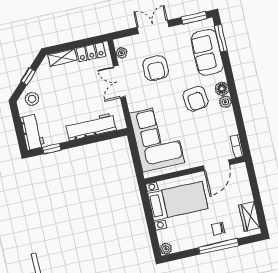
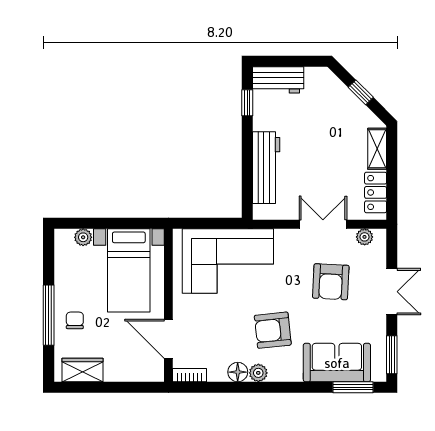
armchair: (156, 68) -> (331, 282), turned -87
floor lamp: (222, 89) -> (238, 372), moved
stool: (32, 99) -> (327, 91), removed
plant: (166, 249) -> (83, 237), moved

